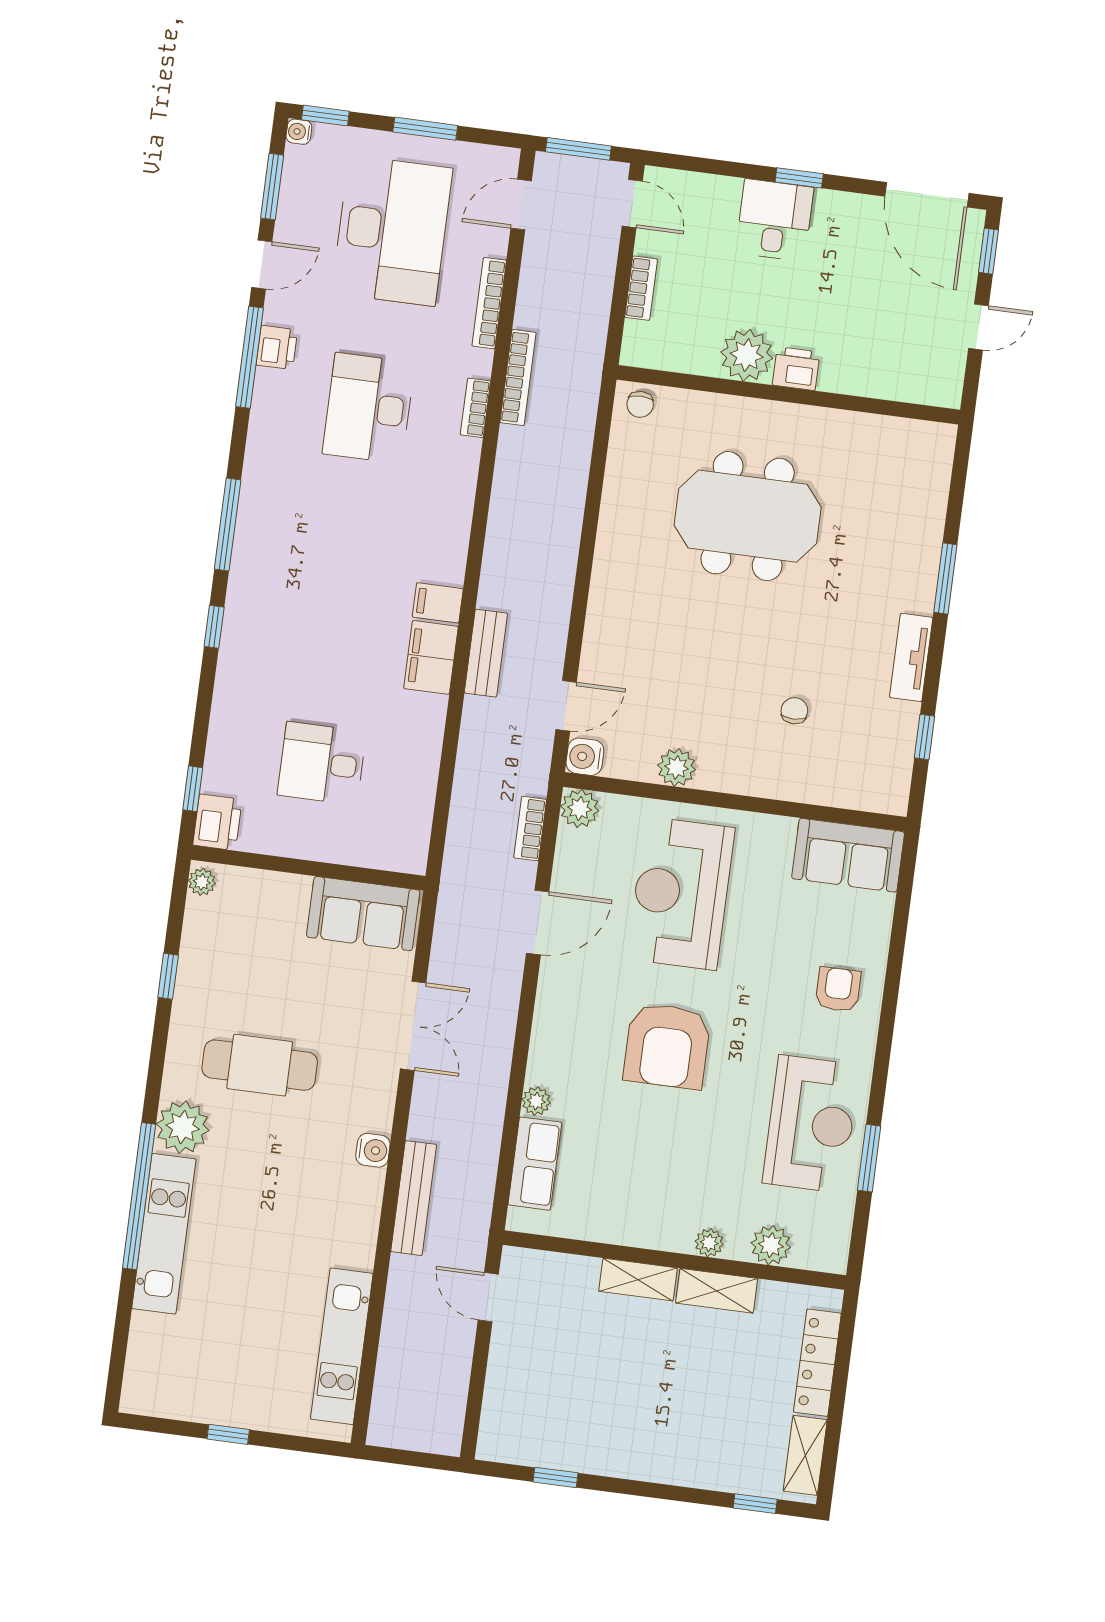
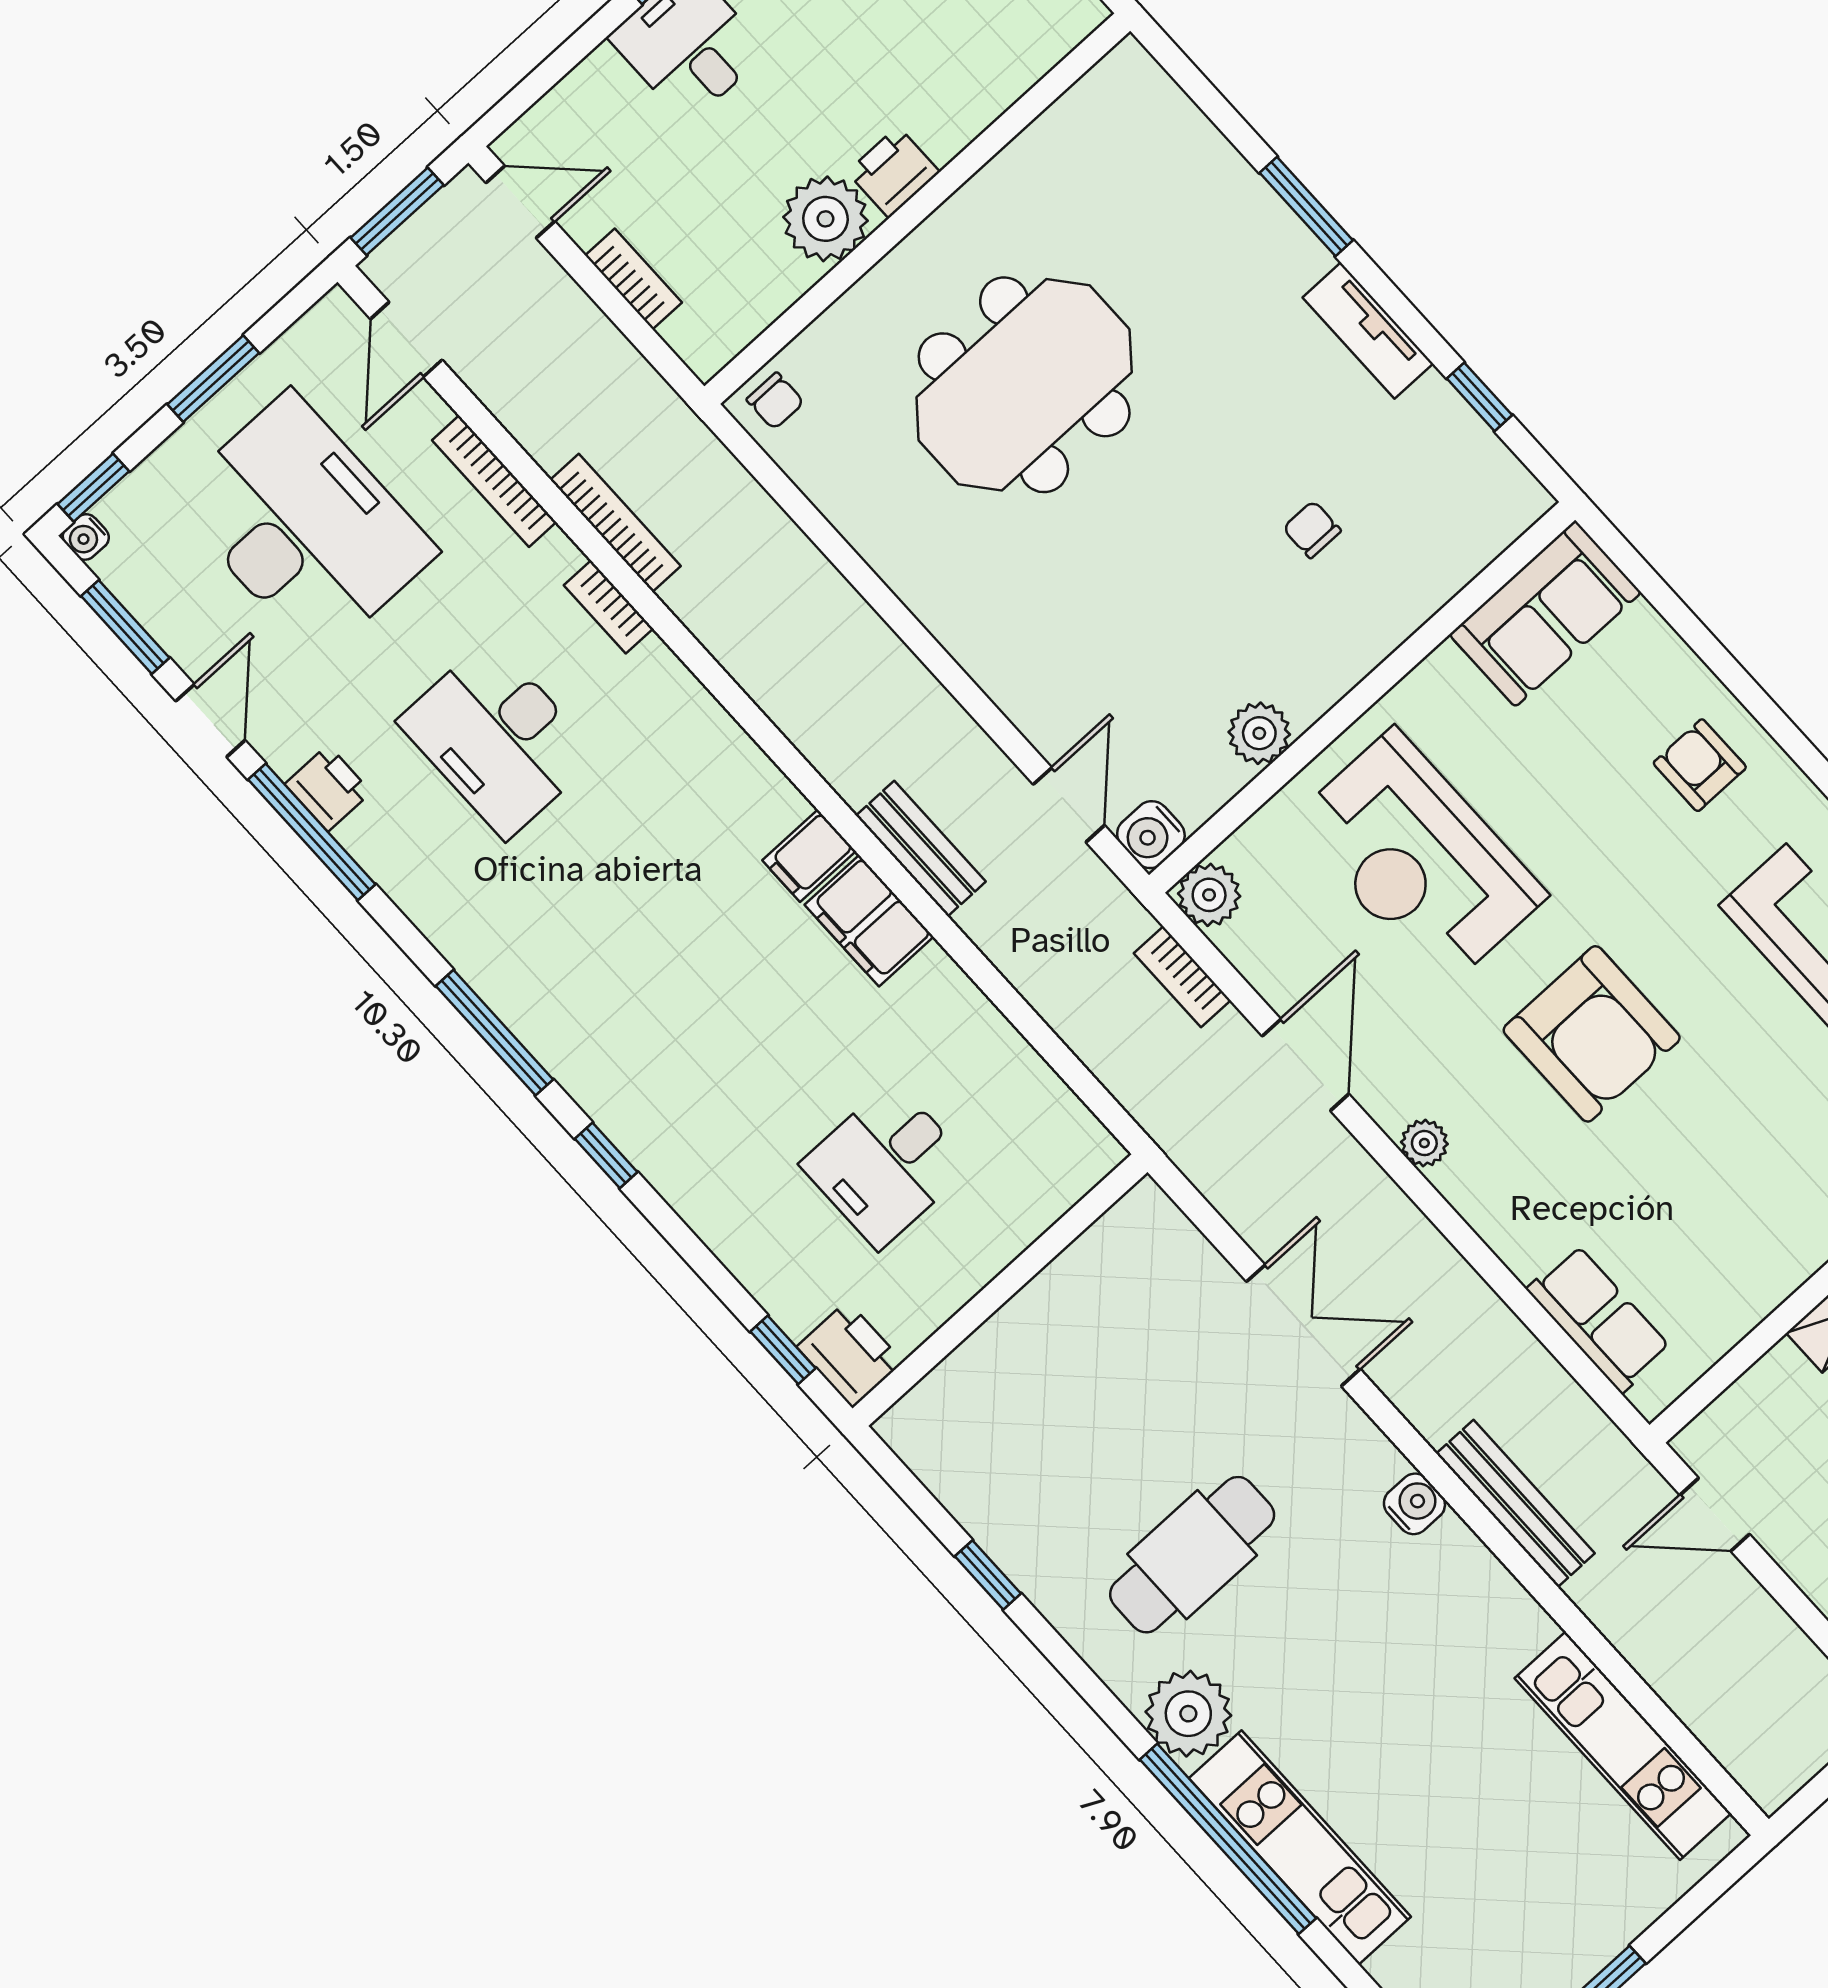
plant: (202, 882) -> (907, 1435), removed
sofa: (363, 914) -> (1113, 1270), removed
plant: (536, 1101) -> (1424, 1143), moved

